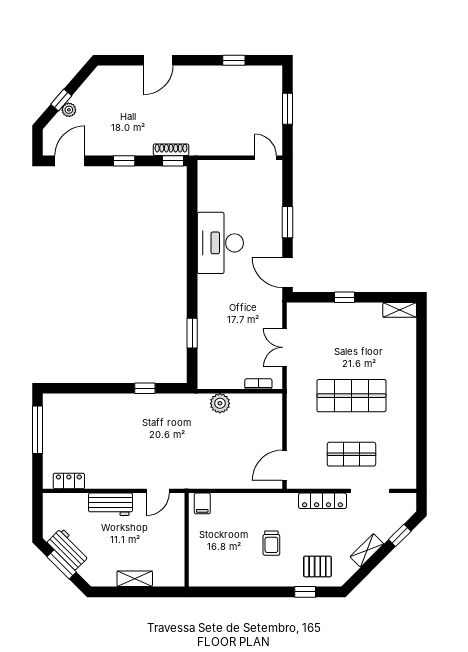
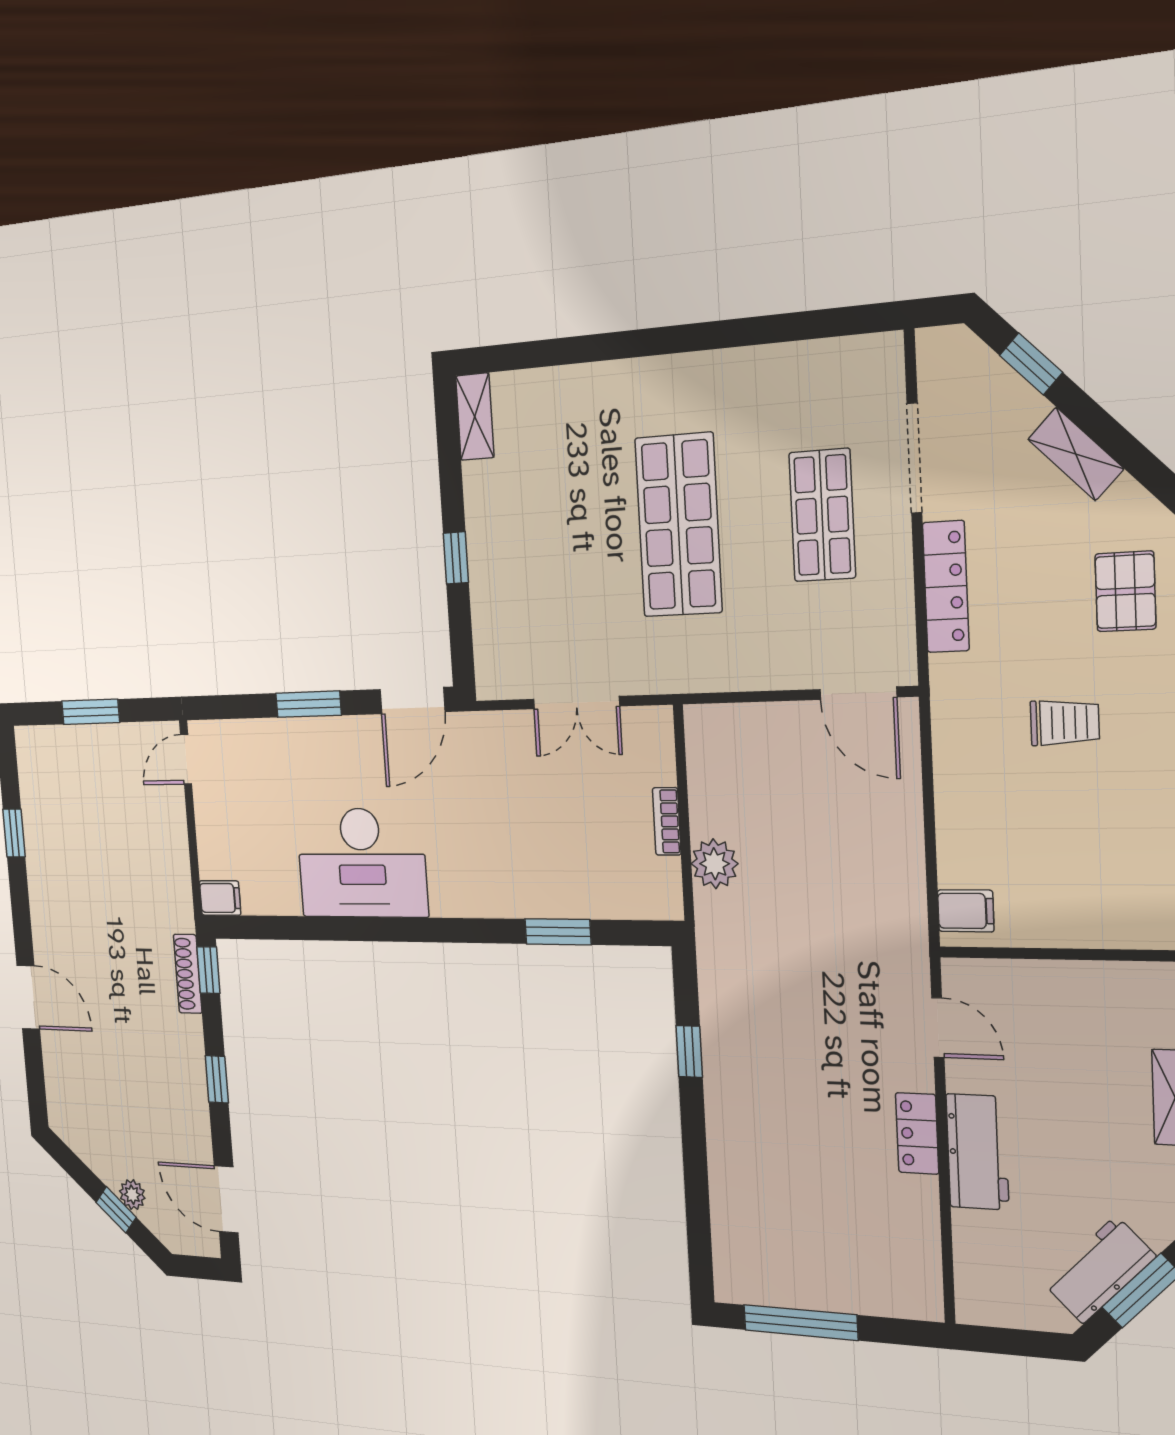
filing cabinet: (205, 170) -> (220, 898), added
bookcase: (258, 384) -> (667, 821), moved
locker: (69, 481) -> (917, 1133), moved

